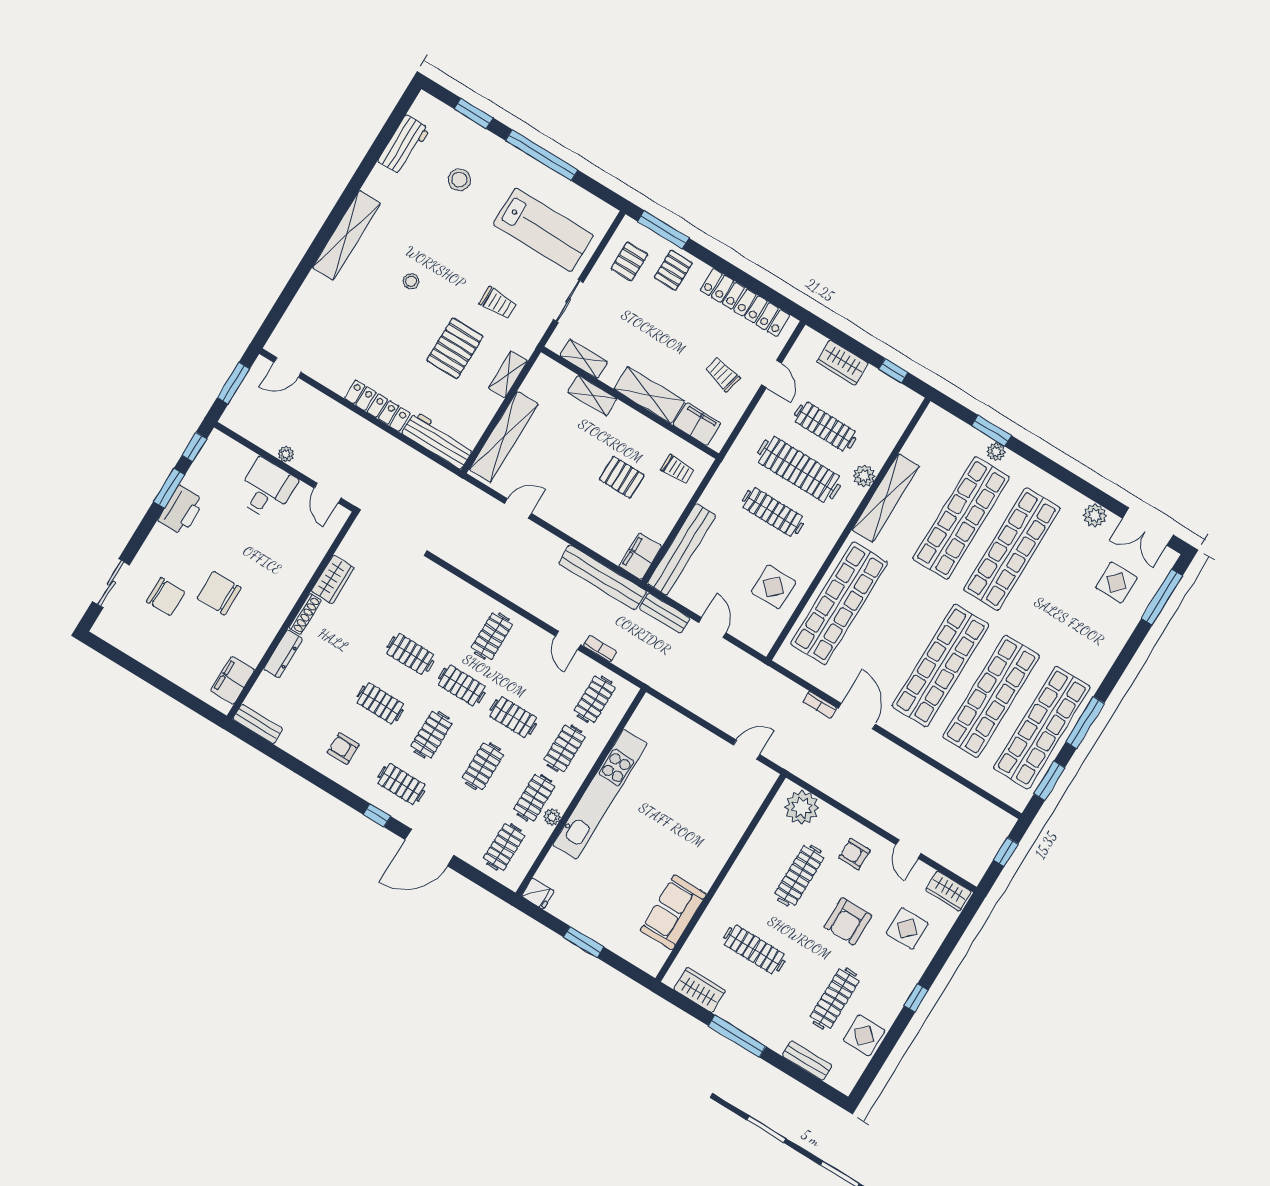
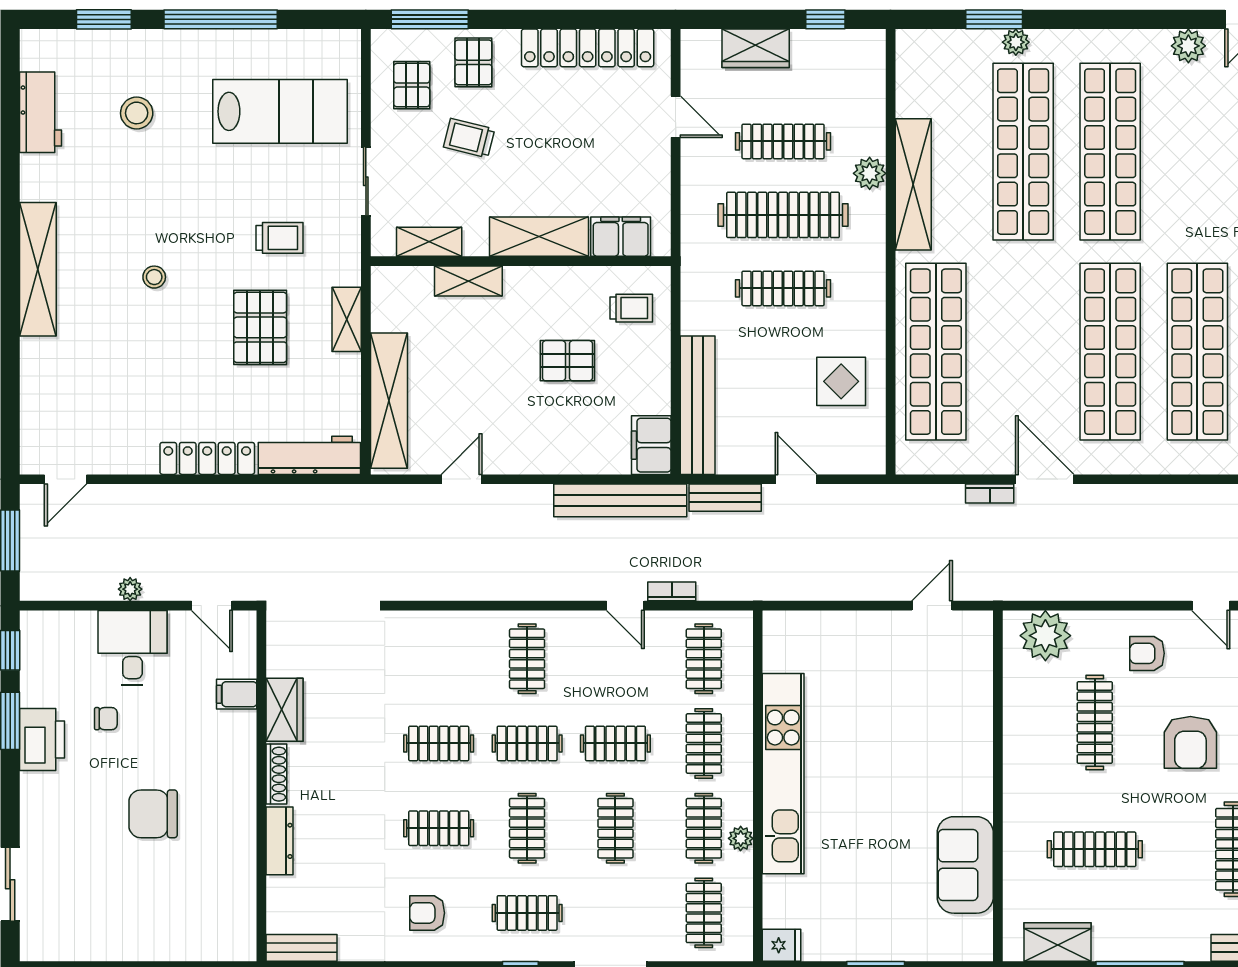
trolley: (722, 374) -> (469, 138), moved
chair: (166, 597) -> (106, 719), moved, width x0.54, depth x0.54
filing cabinet: (233, 680) -> (237, 694), moved, width x0.50

